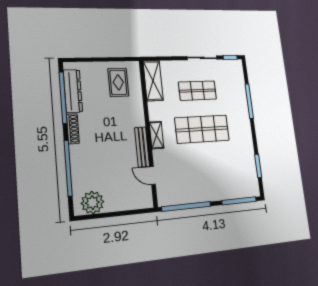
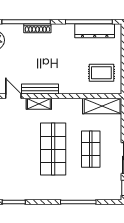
shoe rack: (73, 129) -> (37, 28), moved
shelving: (157, 135) -> (39, 104), moved
door: (153, 175) -> (13, 96), hinge flipped

